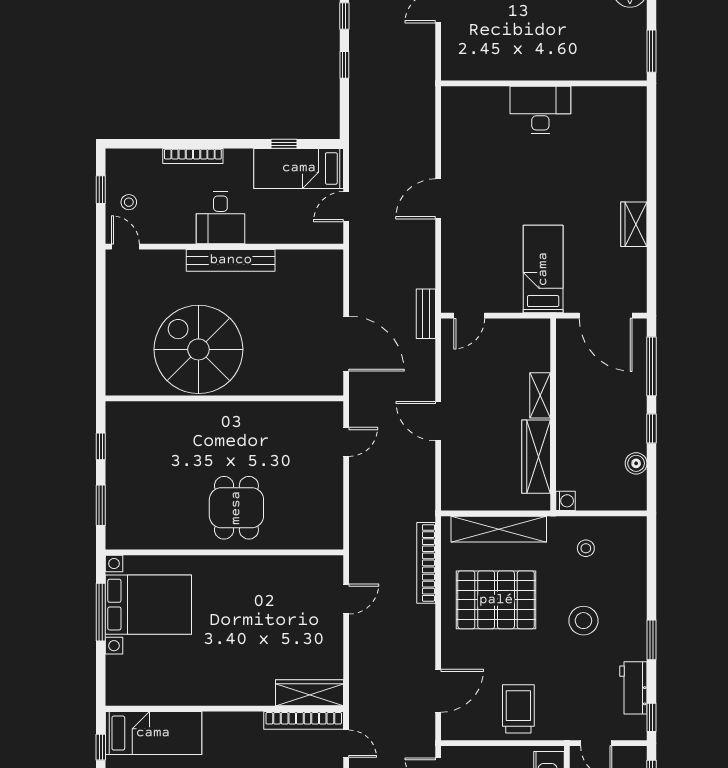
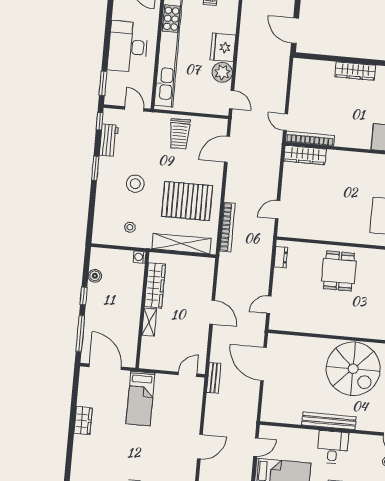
dresser: (334, 522) -> (281, 257), added

